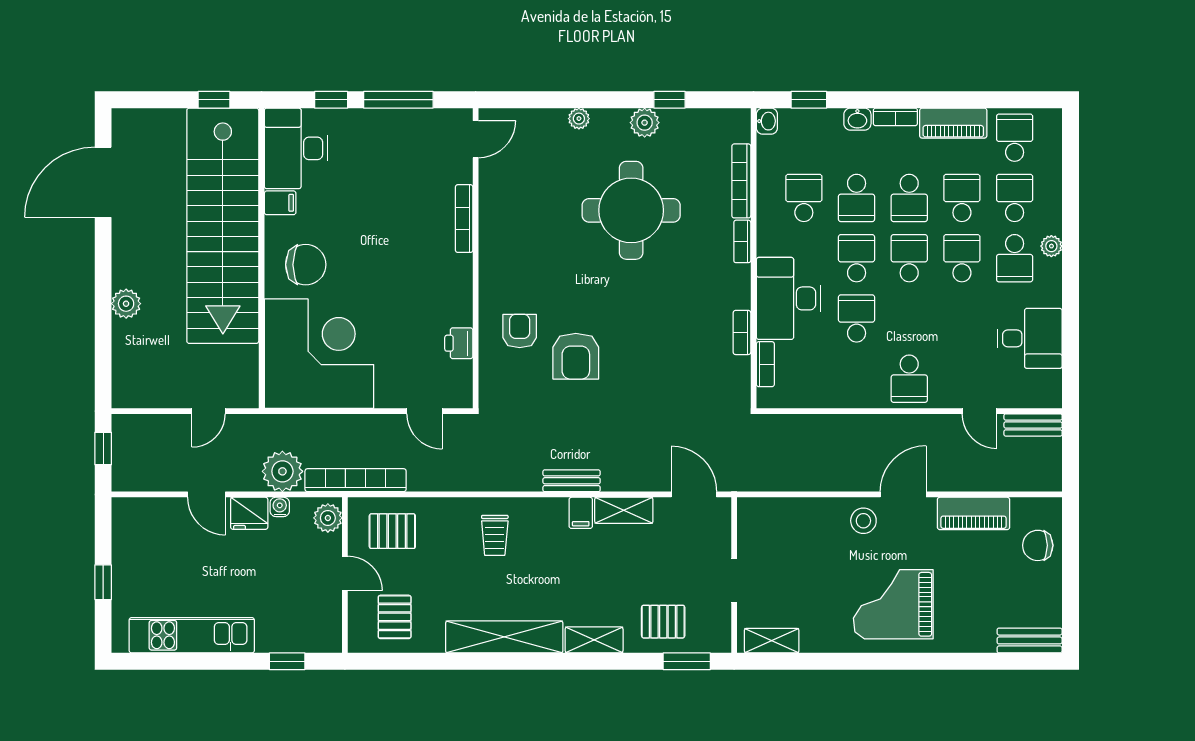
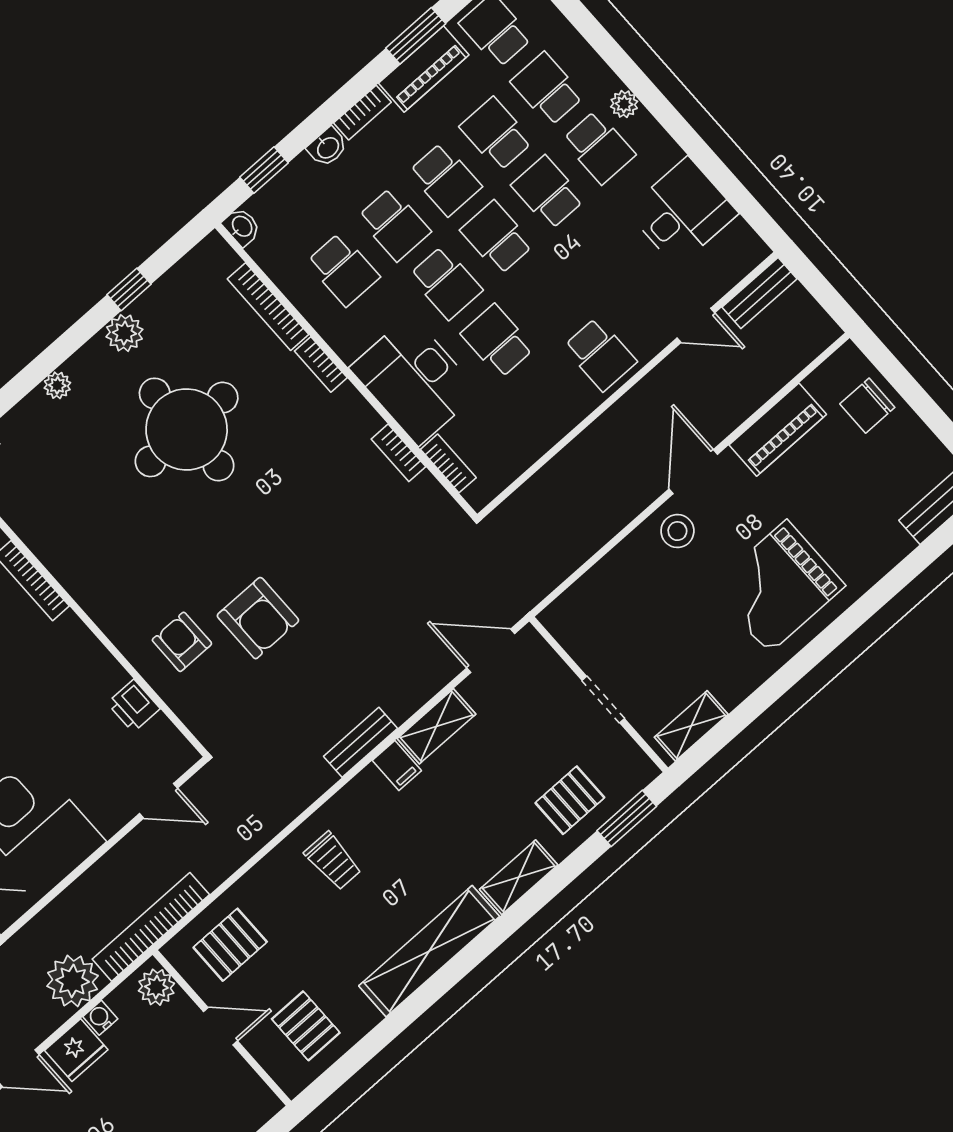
window: (966, 100) -> (416, 36), added
school desk: (804, 198) -> (343, 269), turned 180
school desk: (857, 258) -> (446, 283), turned 180

